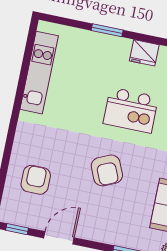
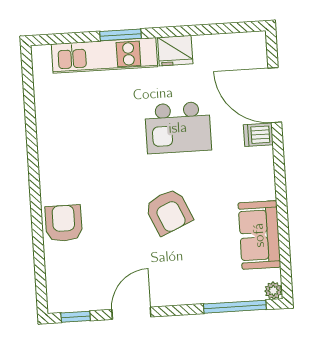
kitchen unit: (39, 73) -> (104, 55), moved, turned 90
armchair: (36, 180) -> (64, 223), moved

